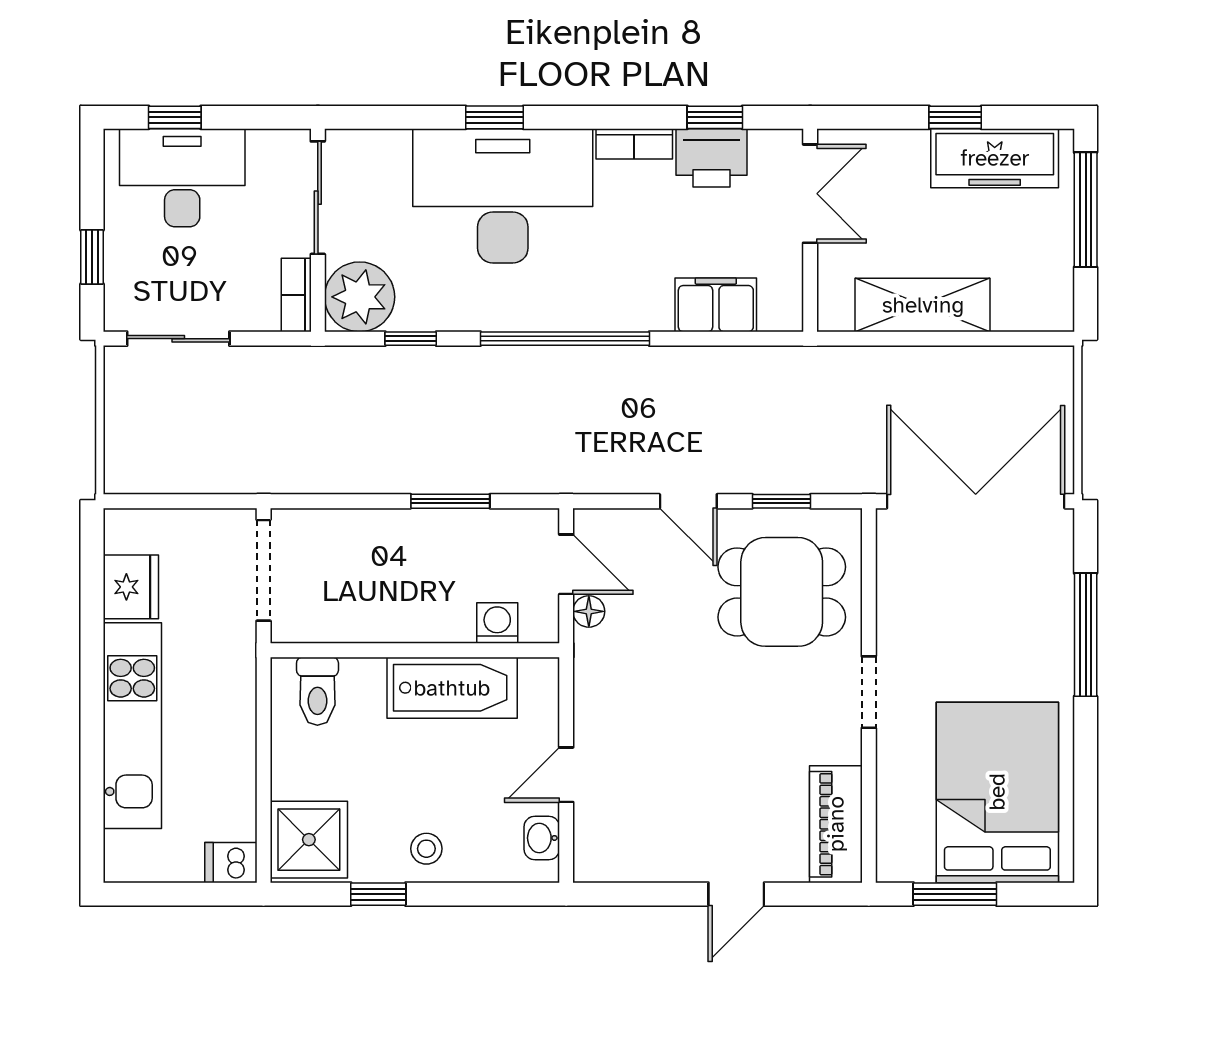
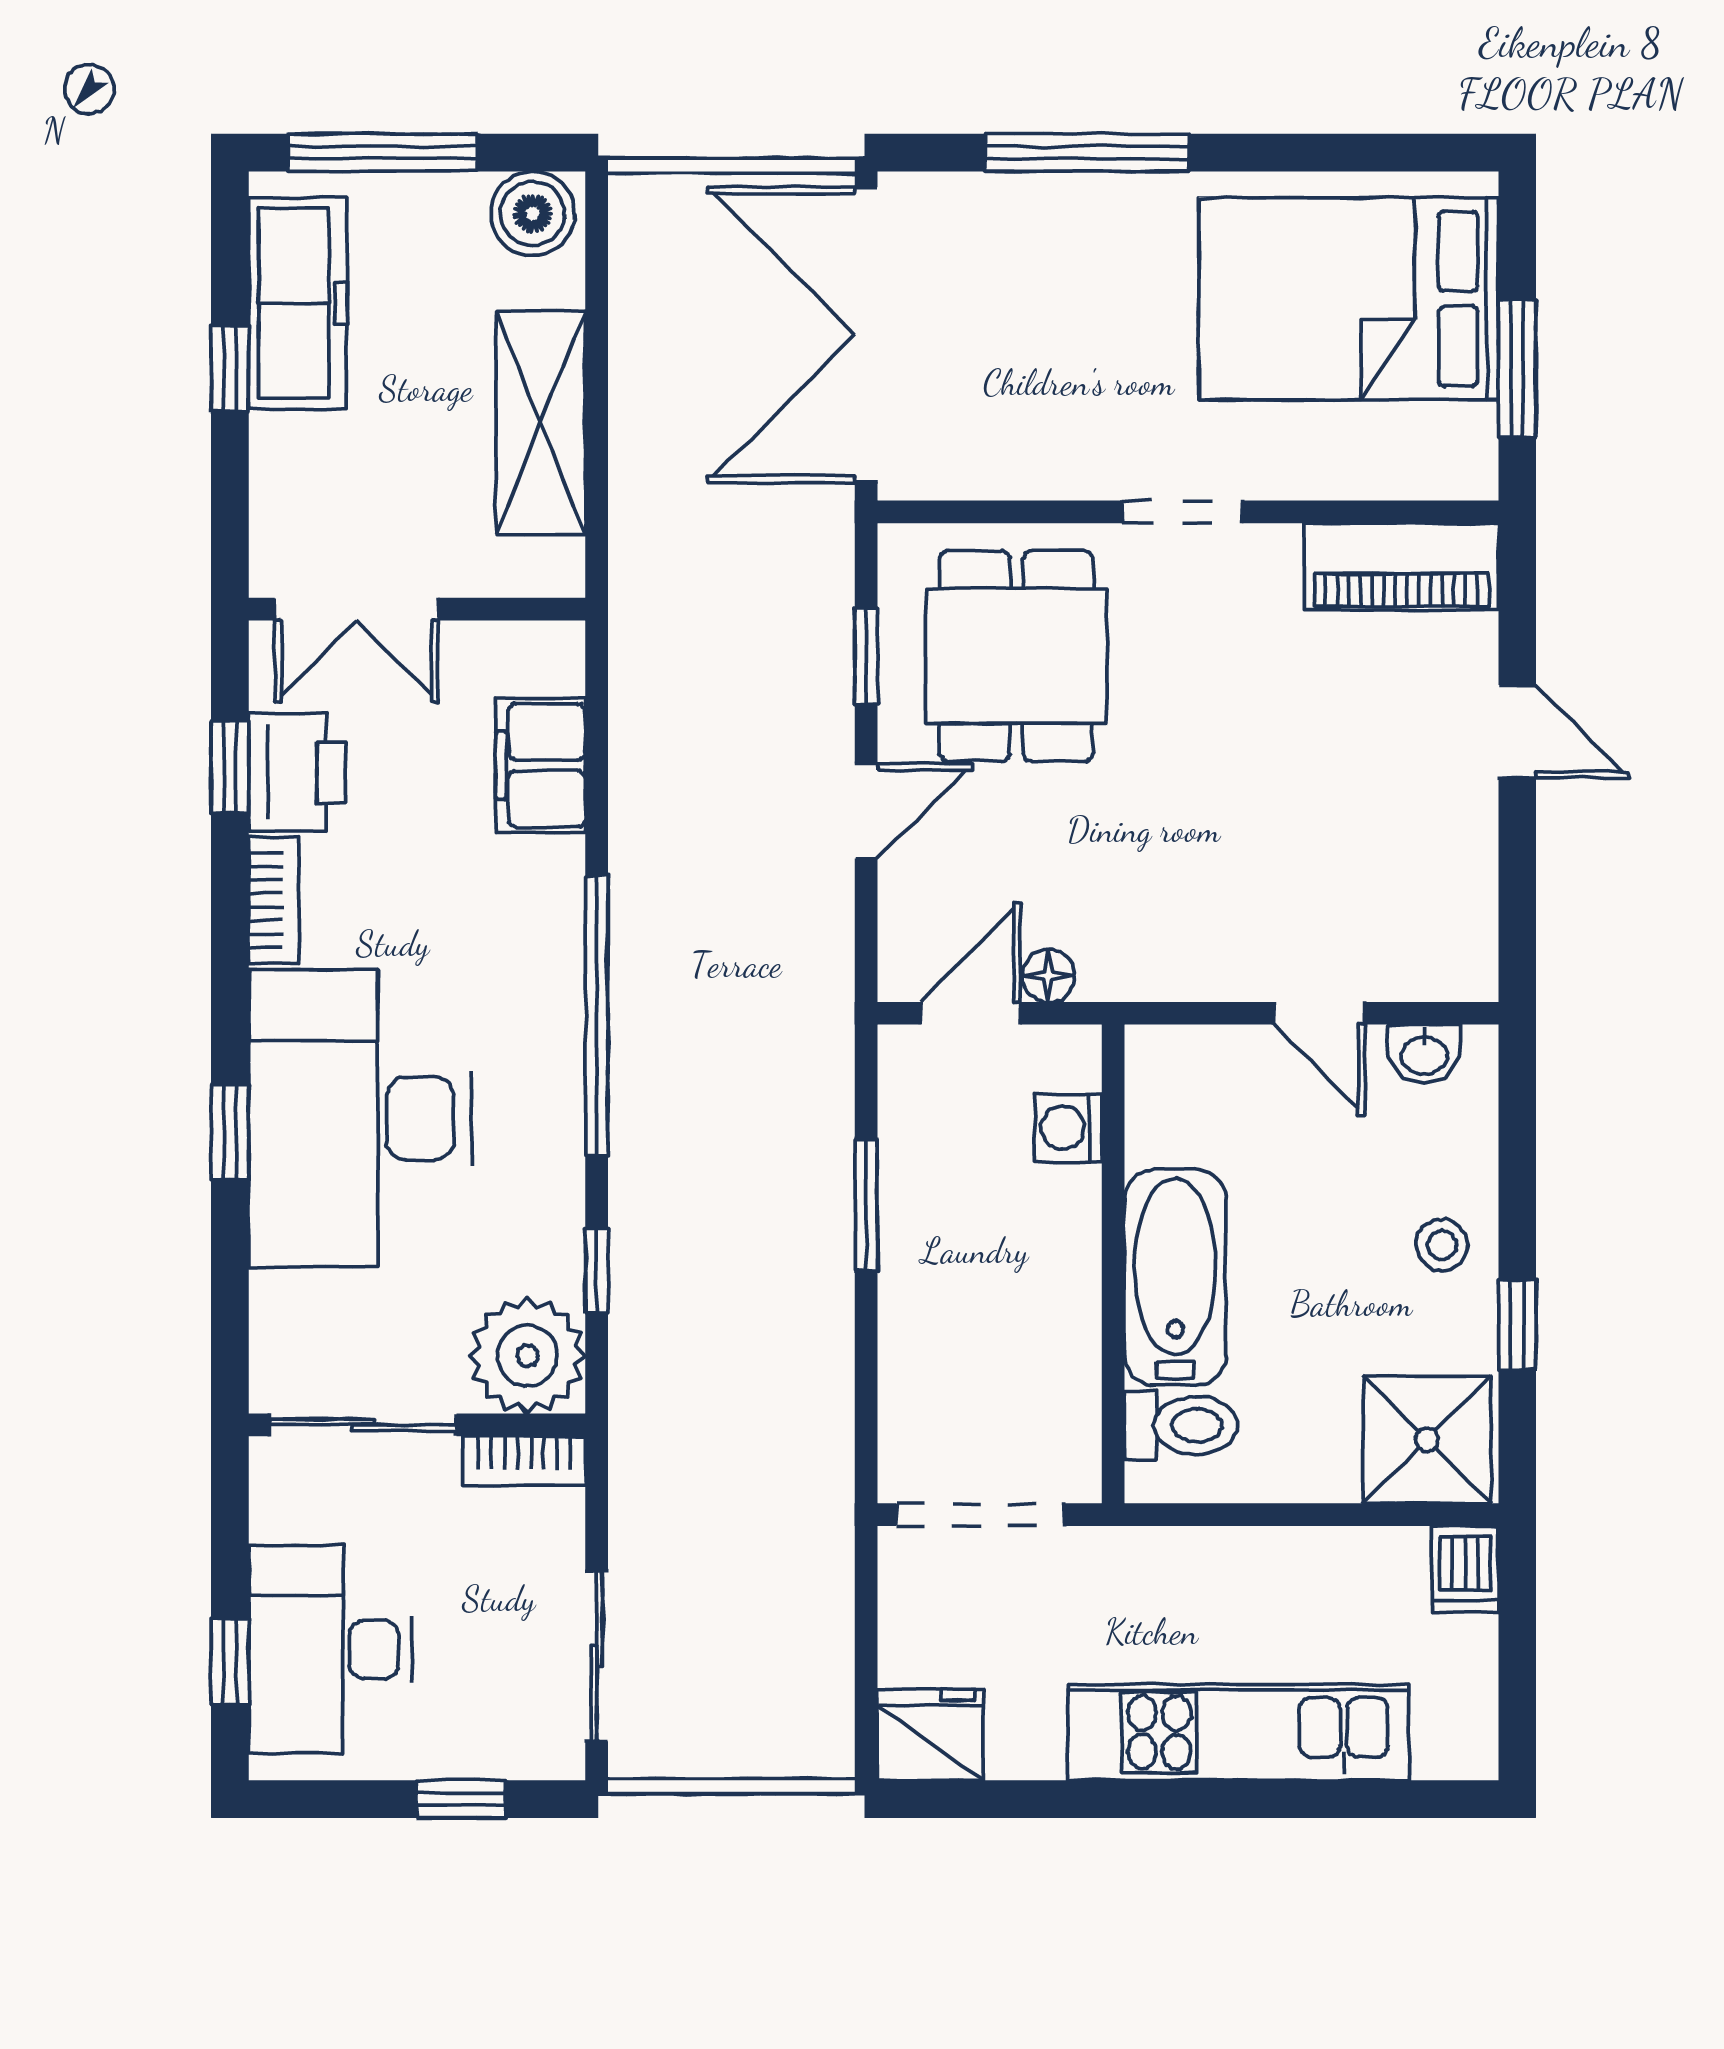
double door: (810, 194) -> (356, 609), swing flipped
boiler: (1049, 300) -> (533, 213), added
fridge: (131, 587) -> (930, 1735), moved
bathtub: (452, 688) -> (1175, 1277), moved

